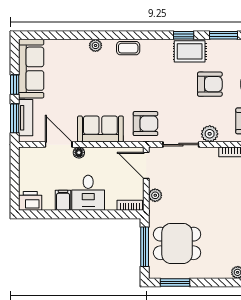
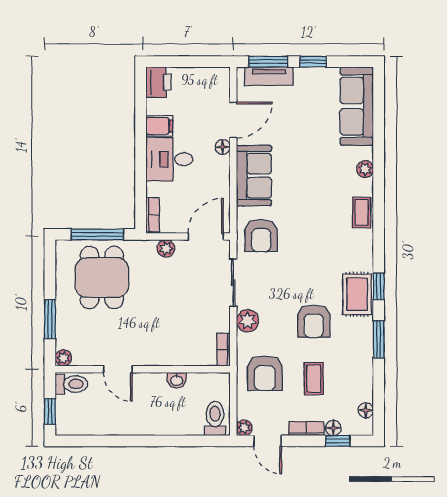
sofa: (31, 69) -> (357, 106), moved, turned 90
window: (175, 282) -> (50, 319), moved

